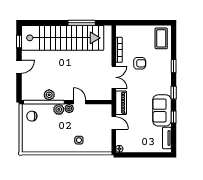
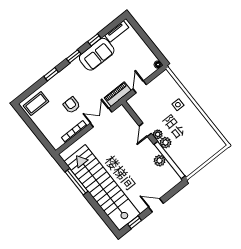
chair: (32, 116) -> (189, 161), removed

